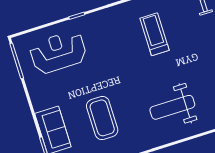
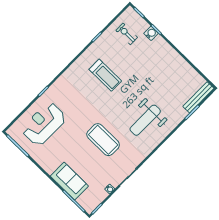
treadmill: (154, 34) -> (105, 75), turned 180
coffee table: (102, 118) -> (103, 140), moved

